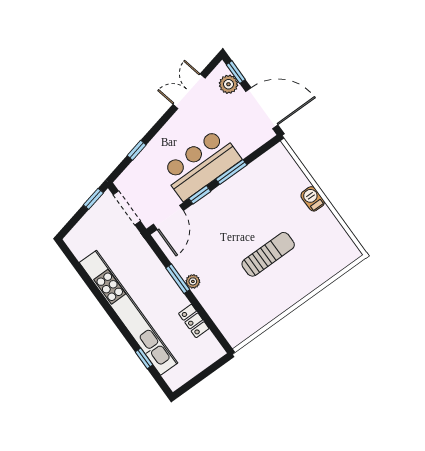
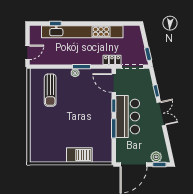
double door: (189, 91) -> (161, 114), moved
barbecue: (313, 199) -> (79, 155), width x1.88, depth x1.53
sun lounger: (268, 254) -> (50, 90), moved
locker: (194, 321) -> (112, 60), moved
door: (212, 368) -> (27, 52), added

